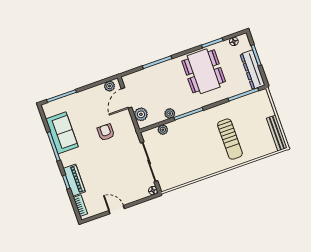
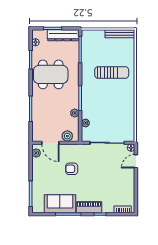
piano: (74, 180) -> (89, 207), moved
door: (117, 210) -> (136, 161), moved

